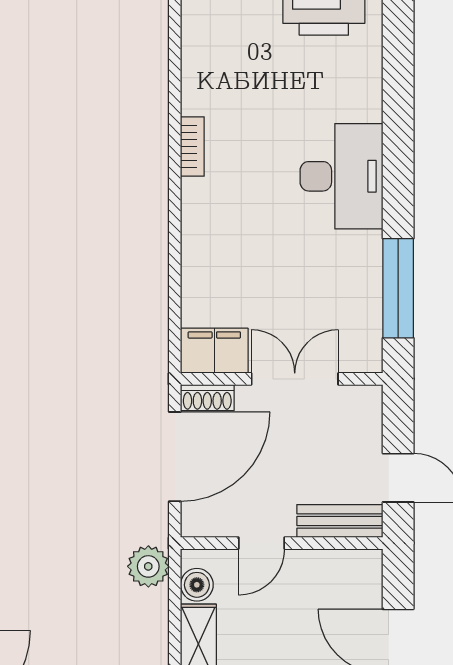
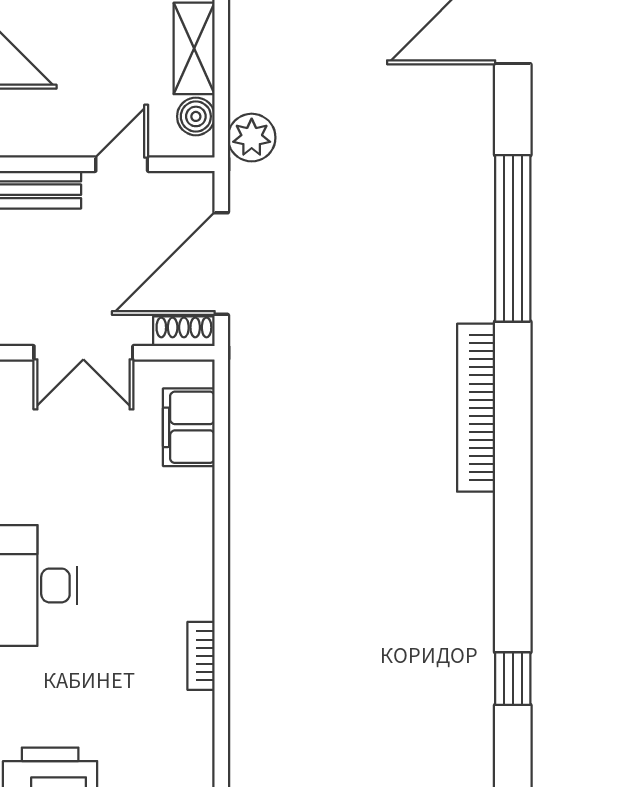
bookcase: (192, 147) -> (201, 656), moved
filing cabinet: (214, 351) -> (189, 427), moved, turned 90

